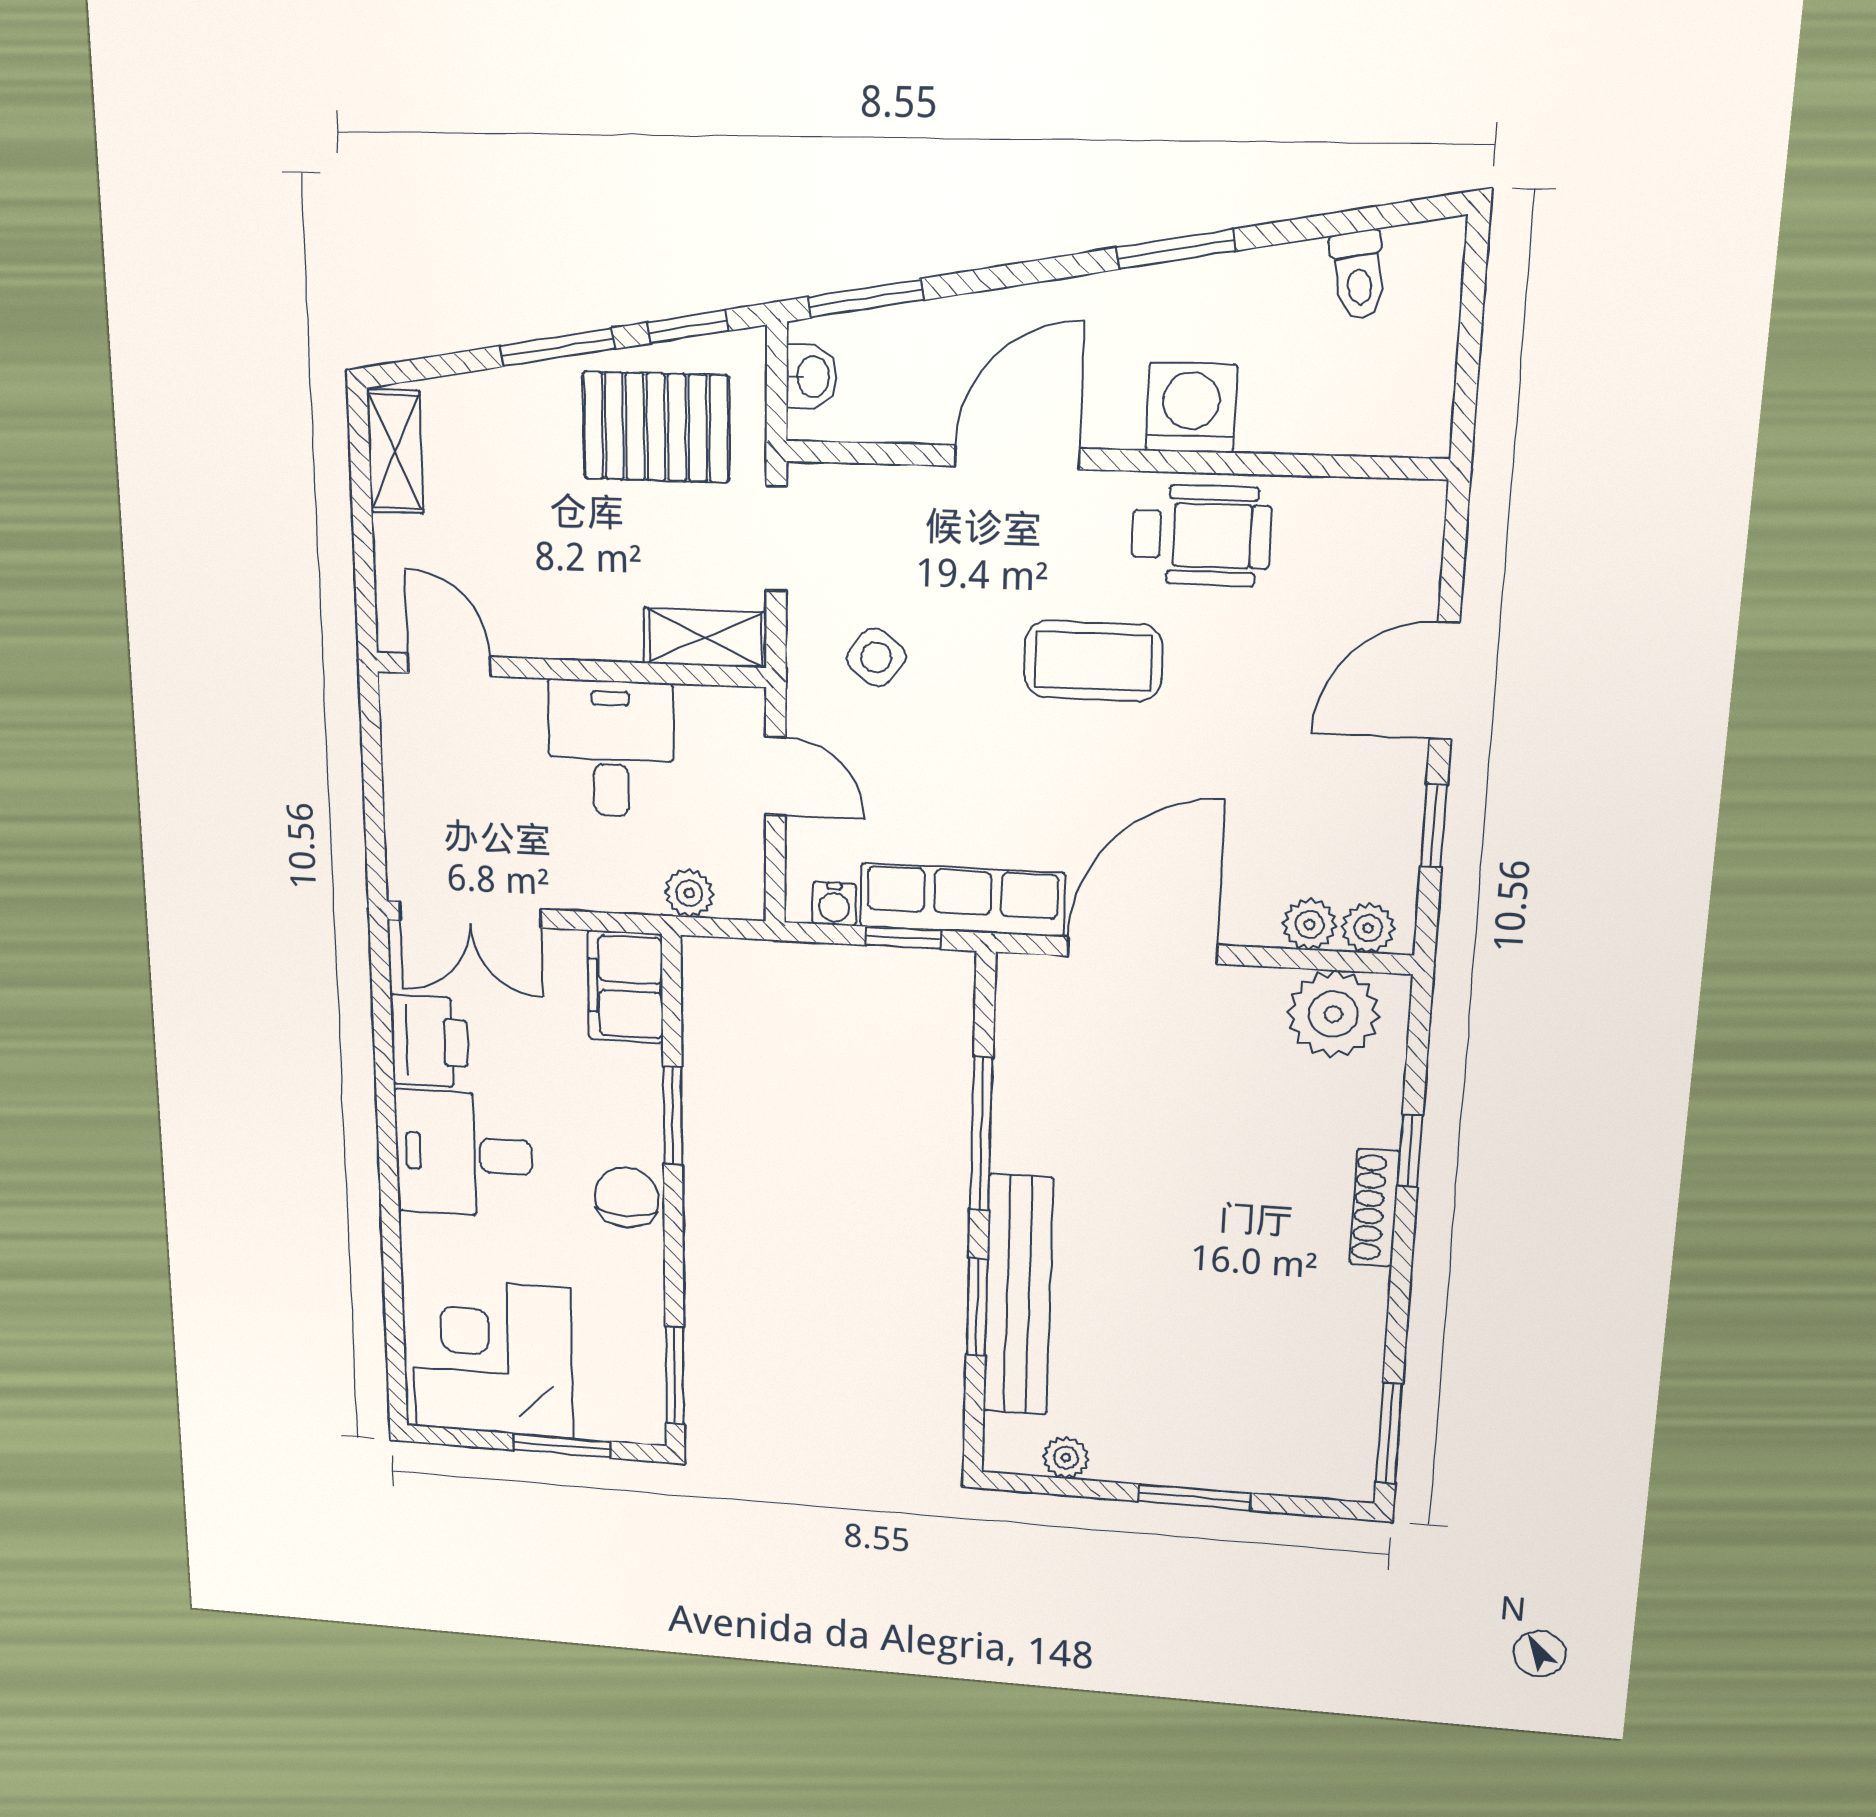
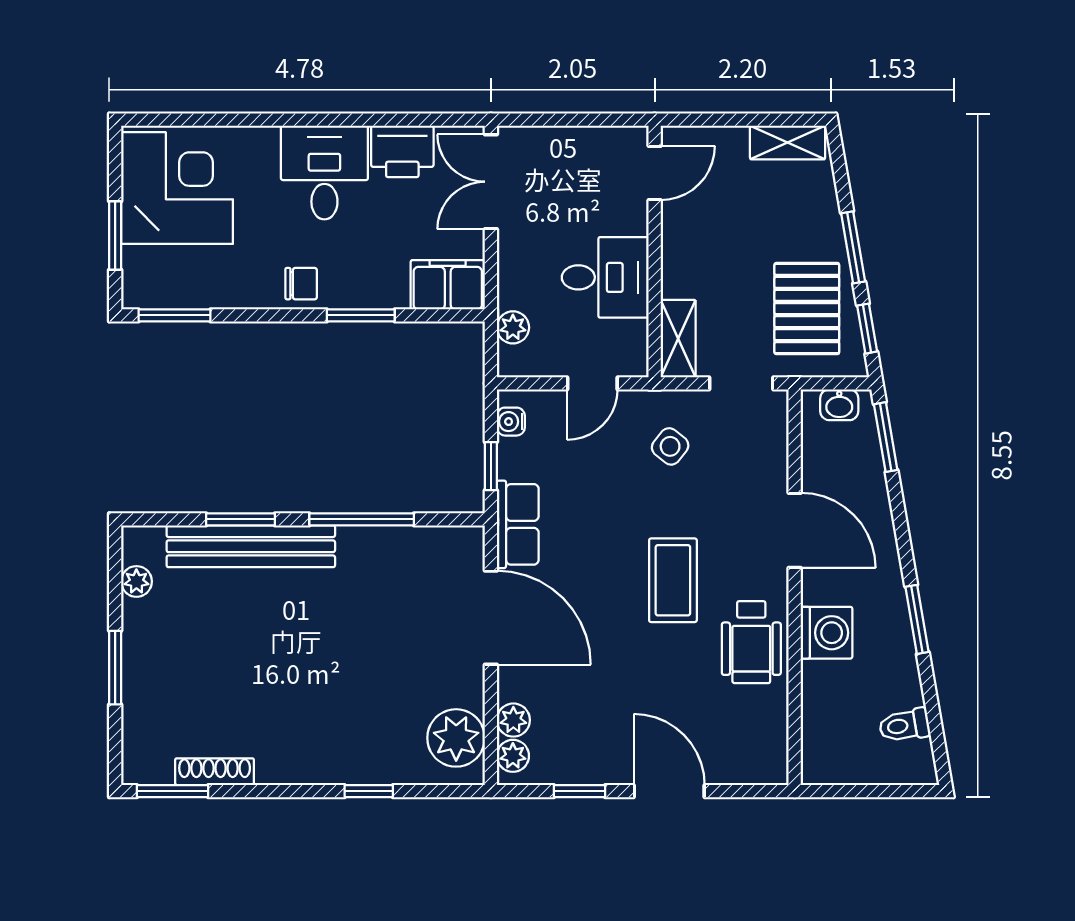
row of seats: (962, 900) -> (518, 524), width x0.68
chair: (627, 1197) -> (301, 284), width x0.73, depth x0.73
shoe rack: (1375, 1207) -> (215, 772), moved

